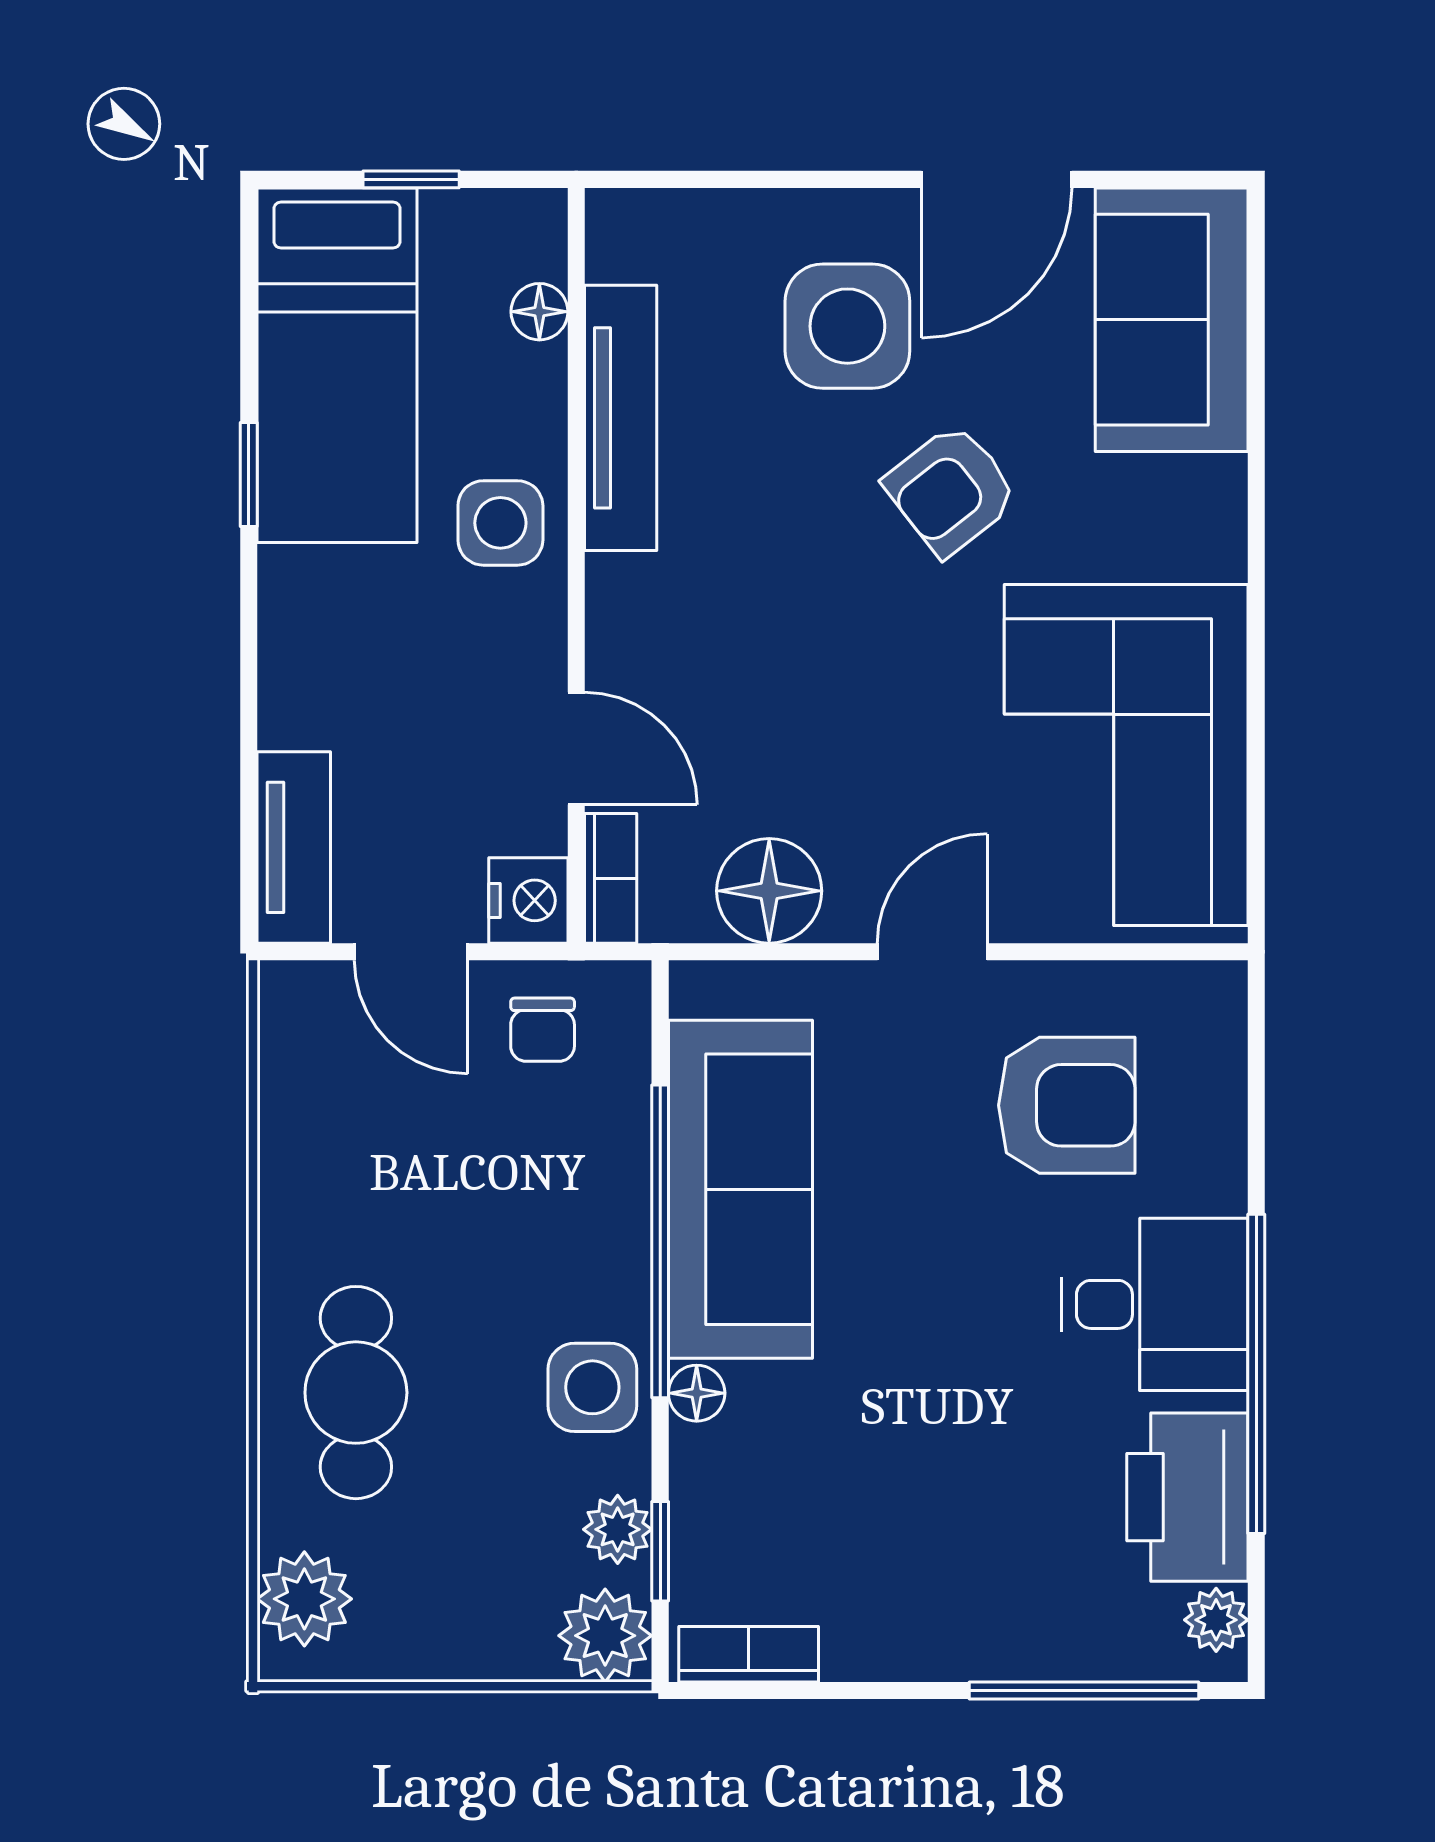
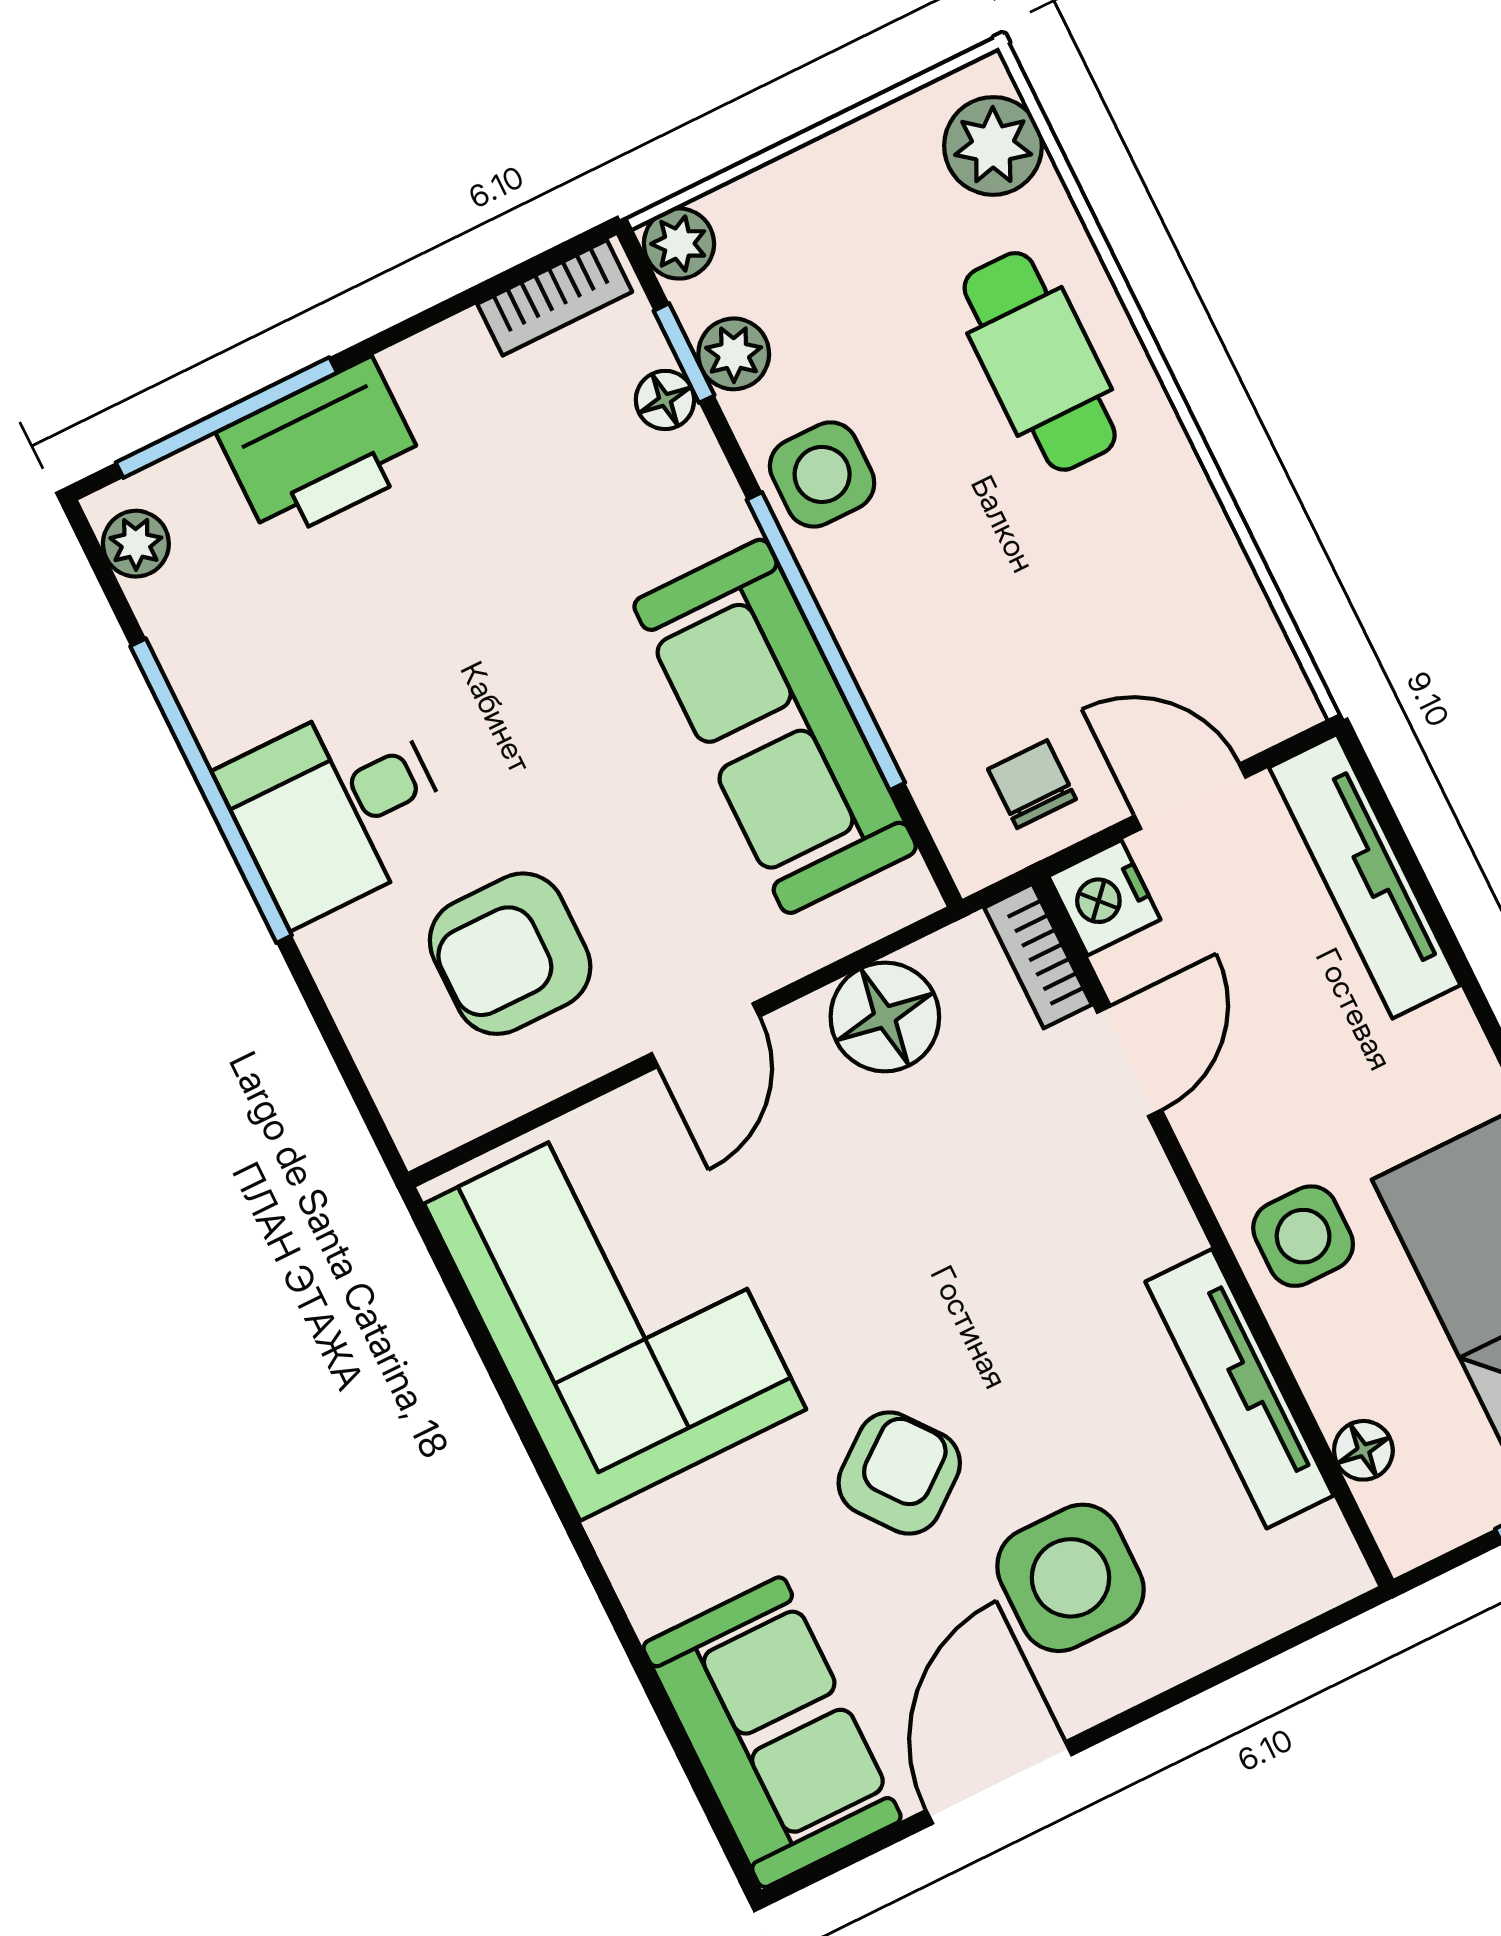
door: (576, 748) -> (1129, 1061), swing flipped
tv unit: (294, 847) -> (1365, 876), width x1.41
floor lamp: (697, 1393) -> (665, 400), moved
printer: (1187, 1497) -> (321, 450), moved, turned 90
plant: (605, 1636) -> (679, 244), width x0.73, depth x0.73

